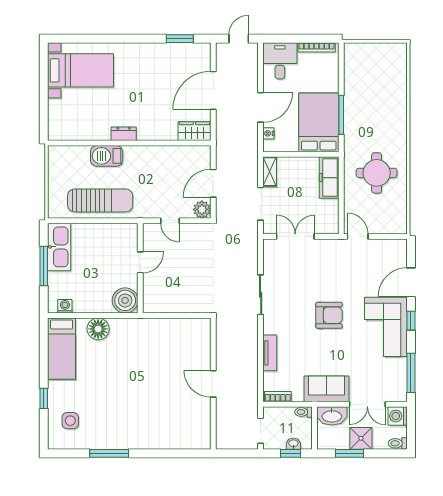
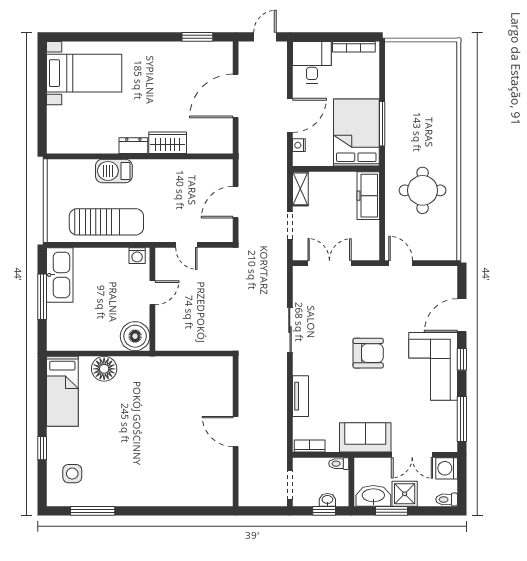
wardrobe: (194, 131) -> (168, 143), moved
doorway: (261, 204) -> (290, 226), width x0.73
plant: (202, 209) -> (223, 232), removed
washing machine: (65, 306) -> (137, 256), moved, turned 180
washbasin: (332, 416) -> (373, 496), moved, turned 180
window: (109, 453) -> (93, 511), moved

